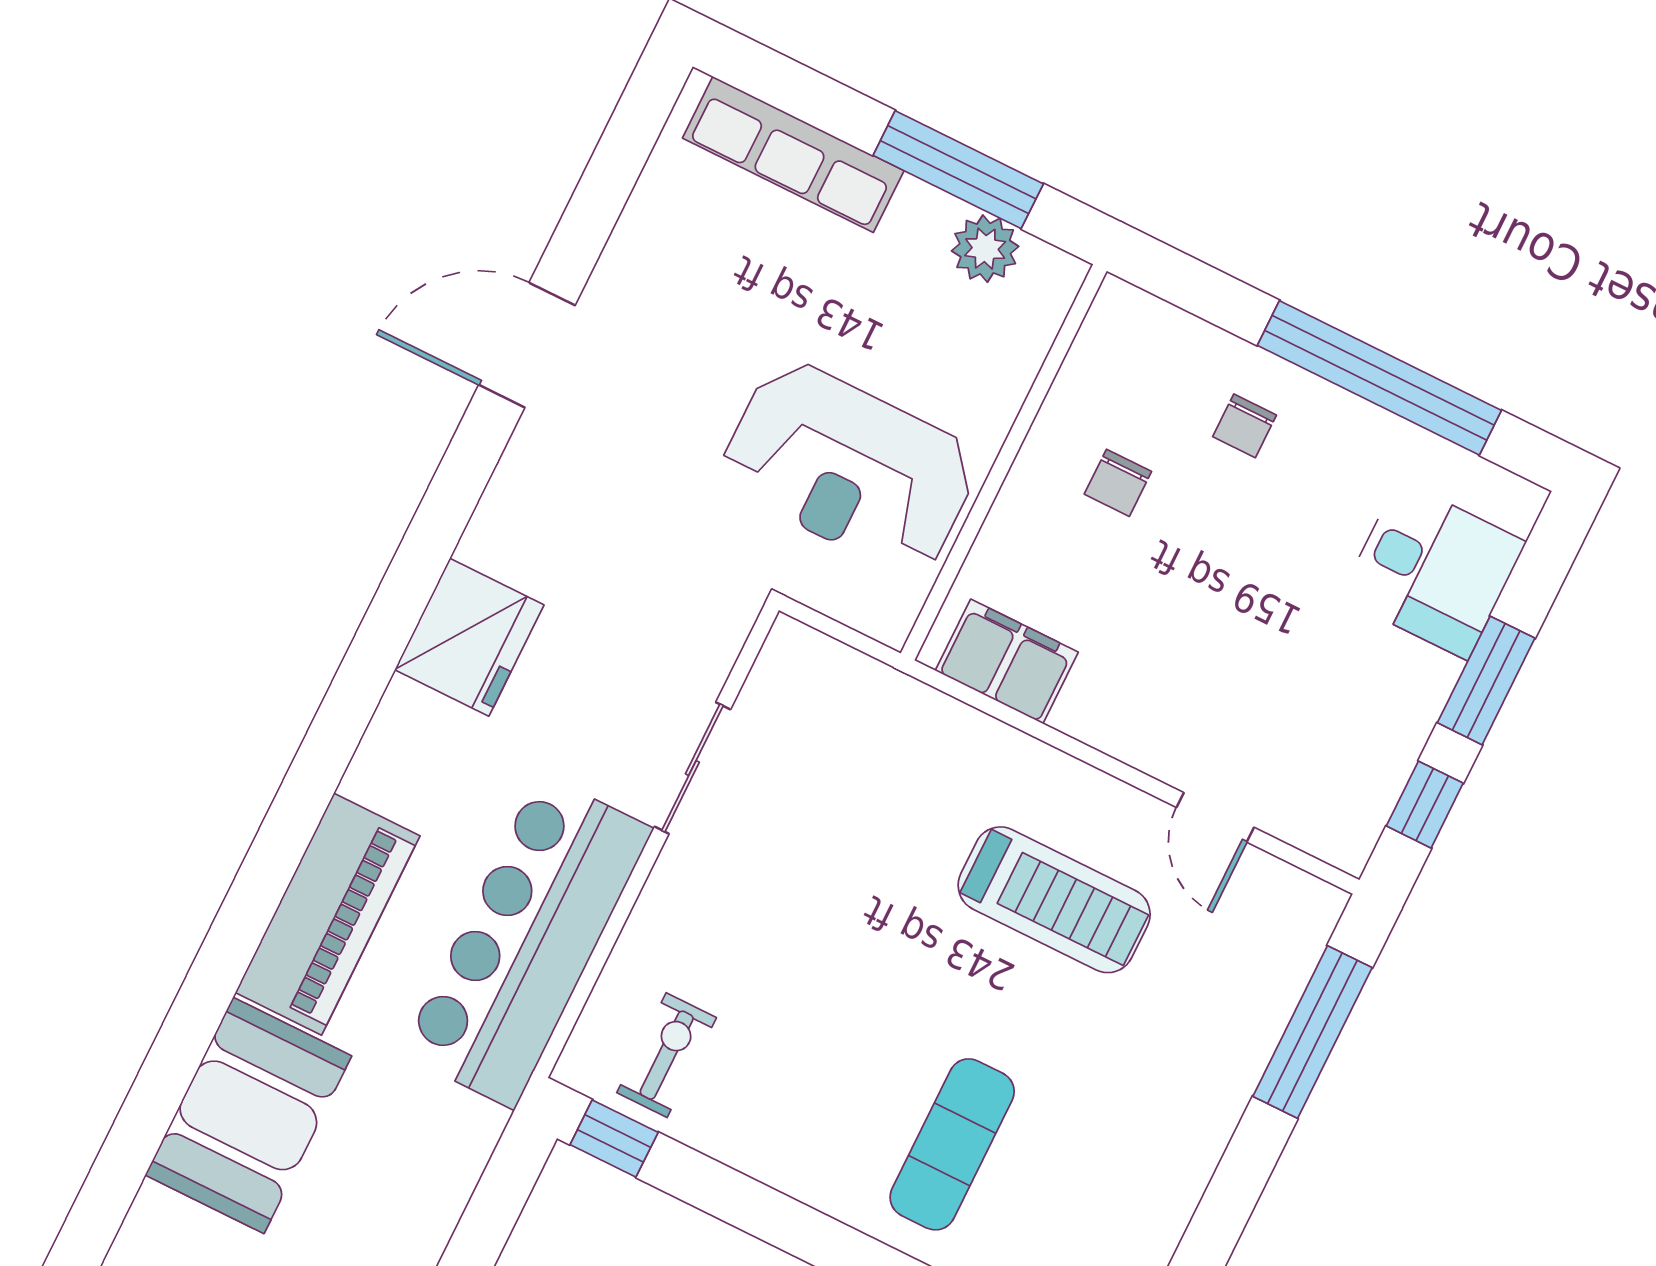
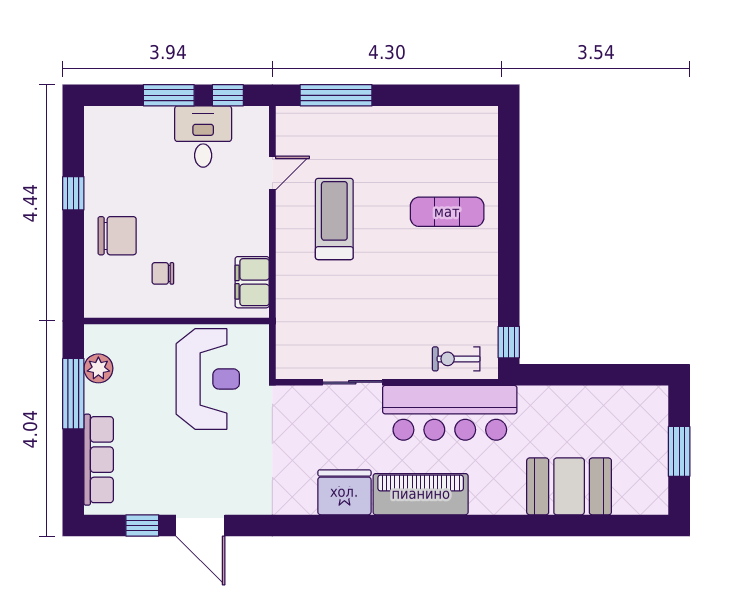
window: (610, 178) -> (142, 525), added
door: (527, 345) -> (200, 525), moved
window: (1379, 378) -> (73, 193), width x0.32
chair: (1245, 426) -> (117, 236), width x1.87, depth x1.87
chair: (1118, 483) -> (163, 273), turned 180
desk: (1433, 570) -> (203, 137), moved
piano: (327, 914) -> (421, 494), moved
exercise bike: (667, 1055) -> (456, 359), moved

